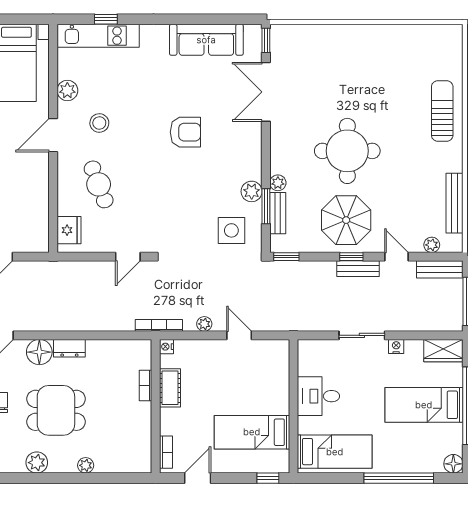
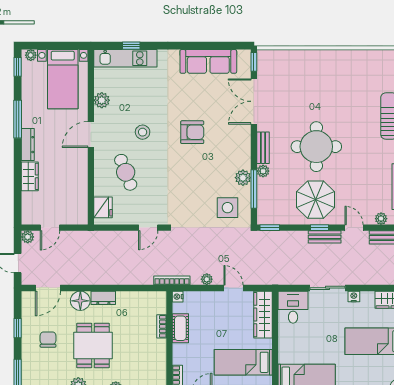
stool: (99, 123) -> (143, 132), moved
window: (266, 206) -> (254, 189), width x1.44
bench: (278, 213) -> (263, 148), moved
wardrobe: (278, 370) -> (263, 315), added
desk: (318, 396) -> (293, 307), moved, turned 90
dining table: (56, 410) -> (93, 345), turned 90

